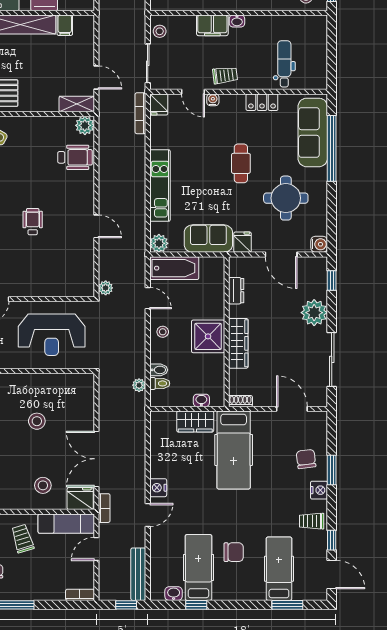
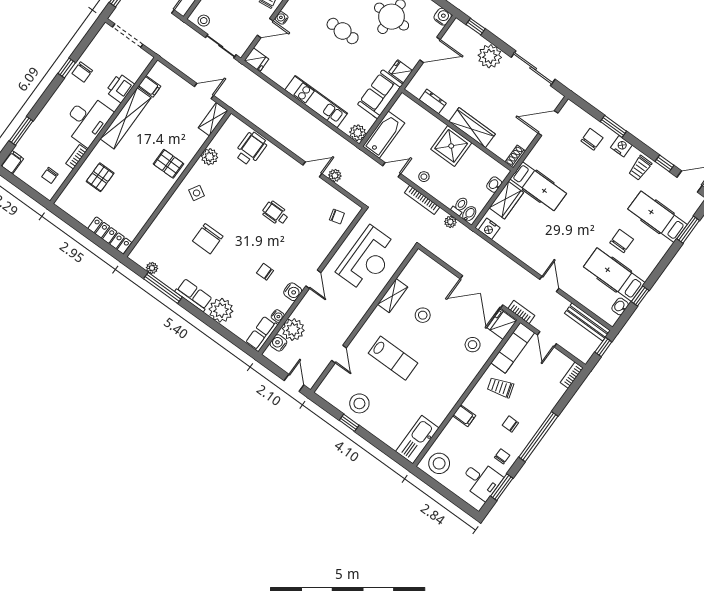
bookcase: (140, 113) -> (422, 200), moved
plant: (85, 125) -> (210, 157), moved
chair: (70, 279) -> (337, 217), added
plant: (106, 288) -> (335, 175), moved
bidet: (159, 370) -> (469, 214), moved
shelving: (35, 381) -> (393, 296), added
hospital bed: (234, 450) -> (538, 186), width x0.73, depth x0.78
chair: (306, 459) -> (592, 139), turned 97
nightstand: (158, 488) -> (489, 229), moved

